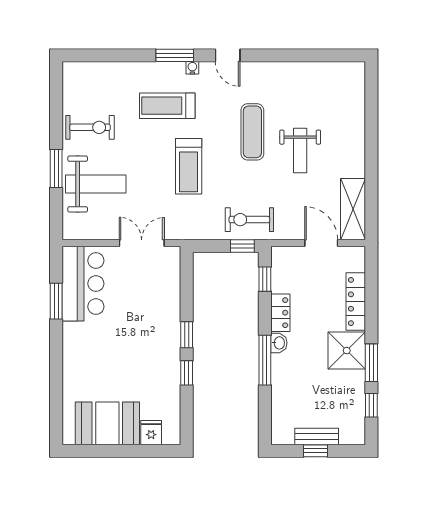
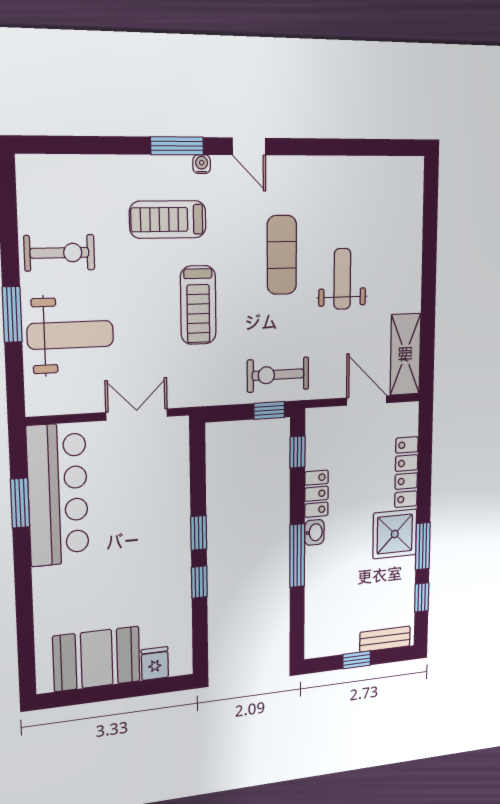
weight bench: (300, 151) -> (342, 279), turned 180
bar counter: (83, 284) -> (58, 495), width x1.36
bench: (317, 436) -> (385, 639), moved

